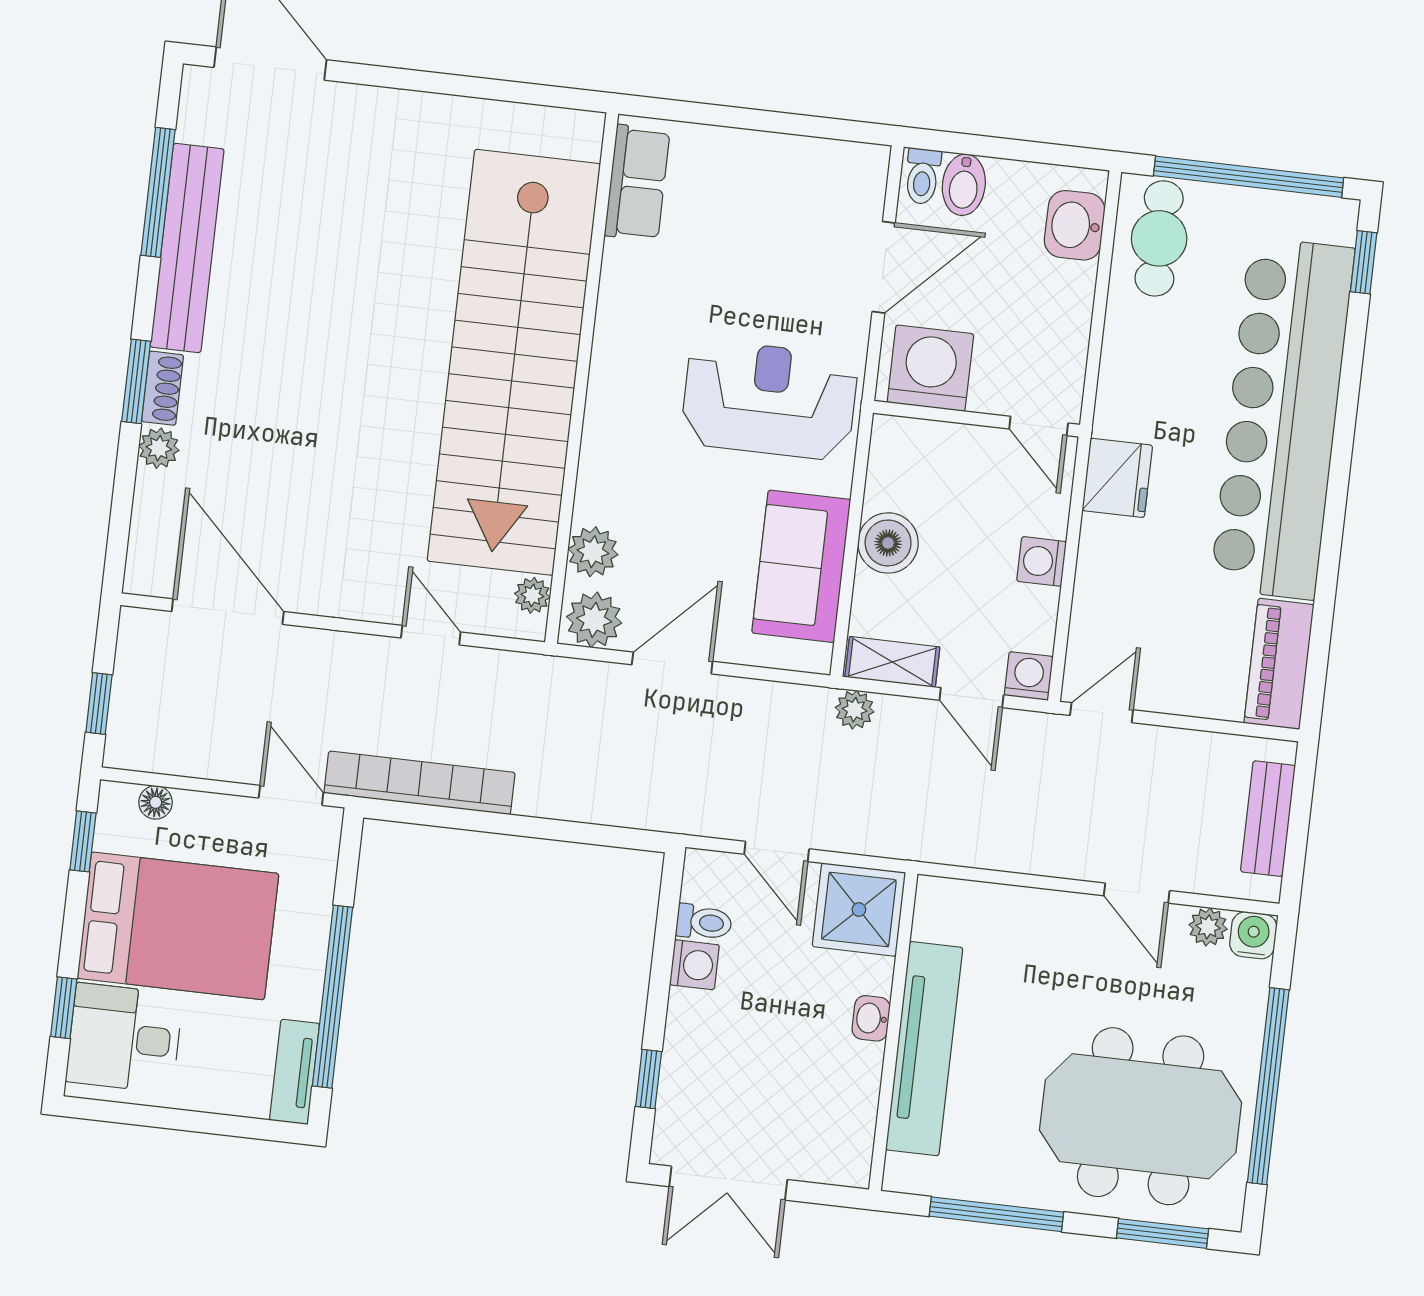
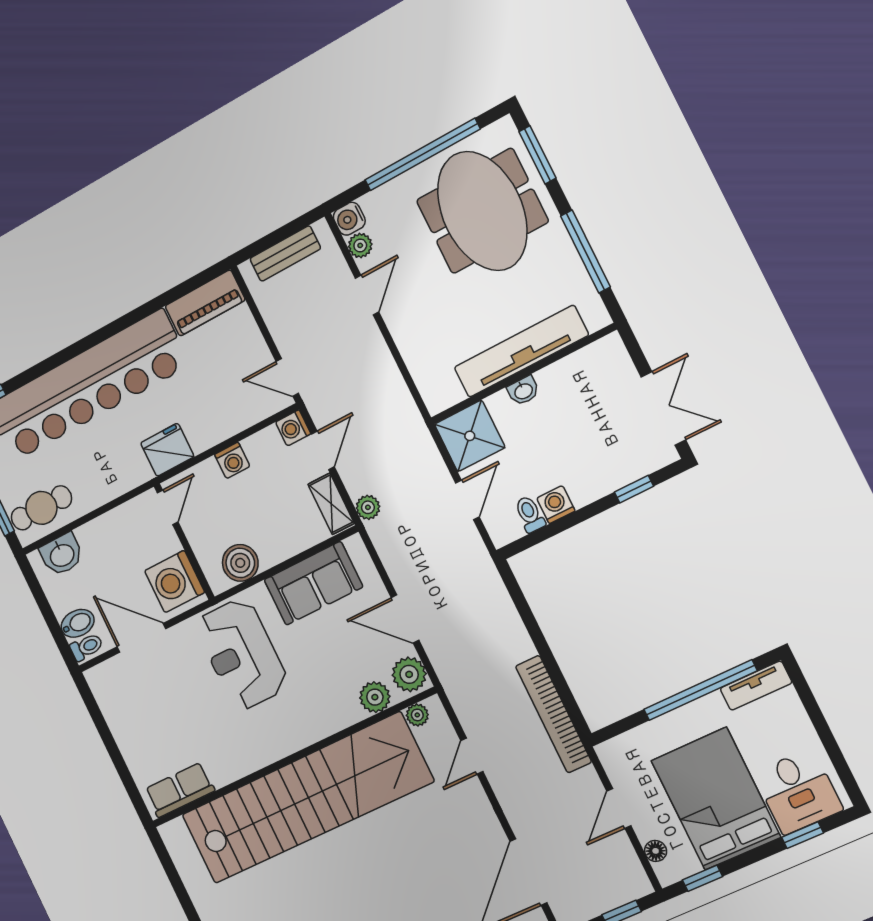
boiler: (888, 543) -> (240, 563), moved
door: (291, 795) -> (619, 808), moved

